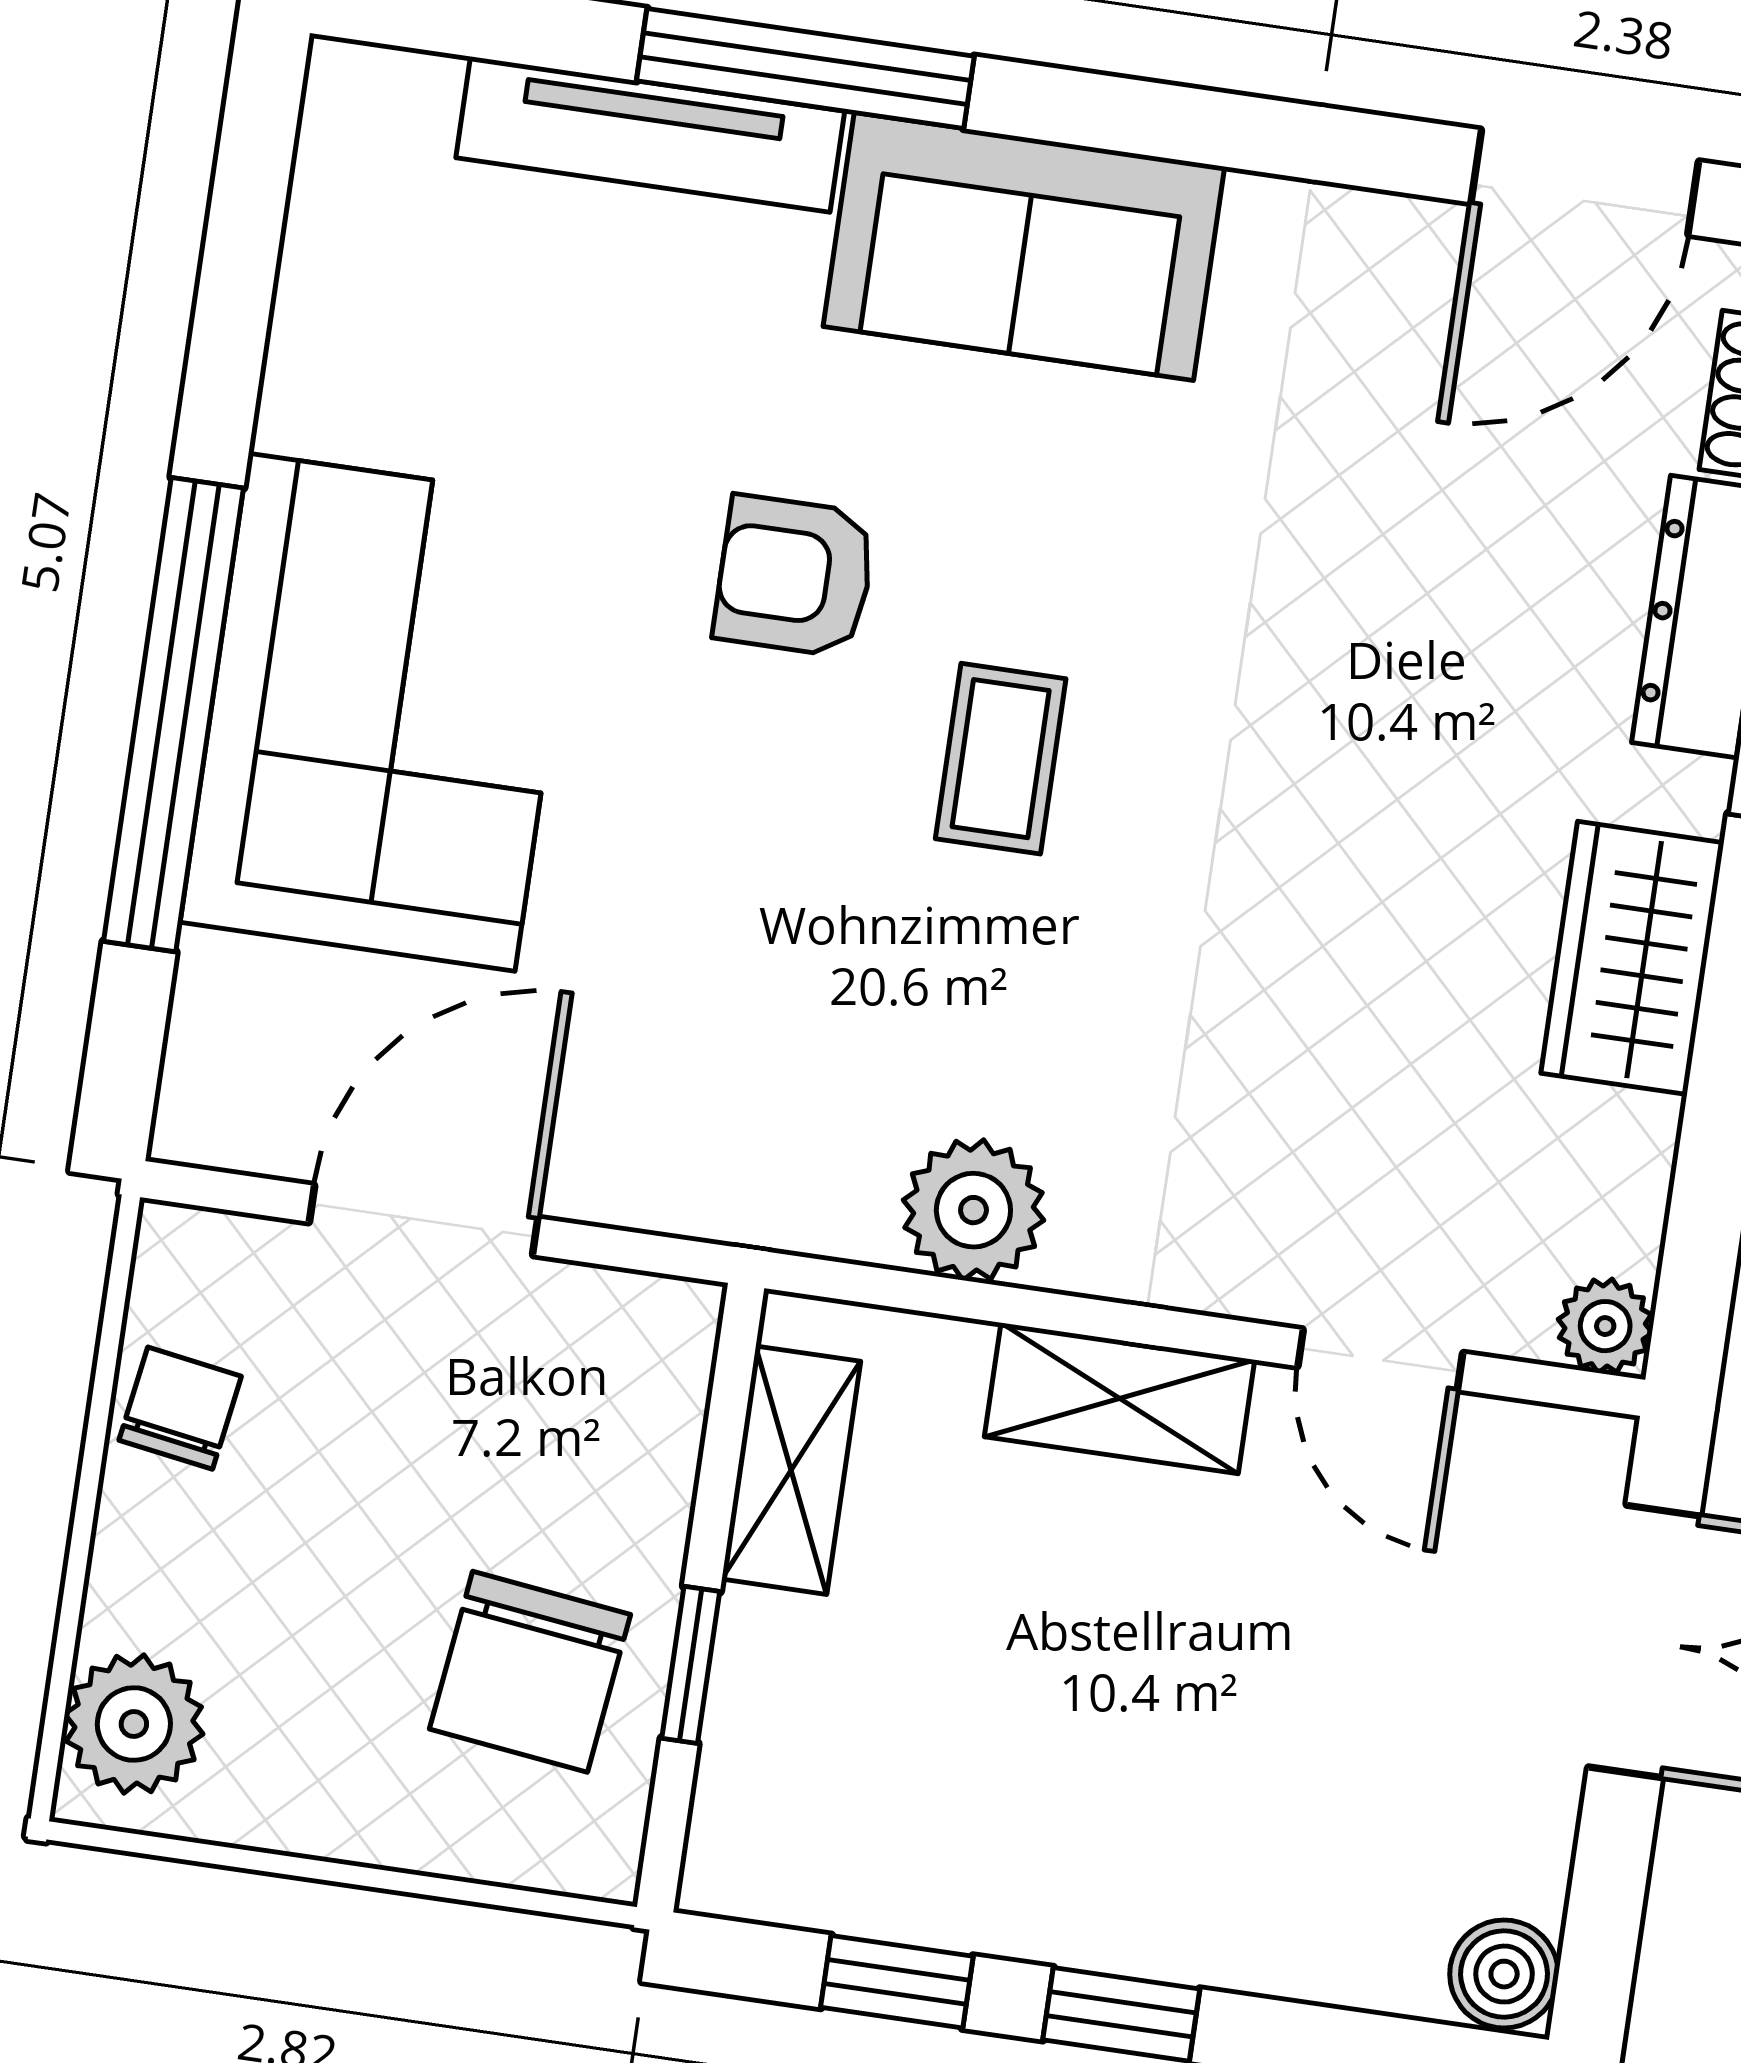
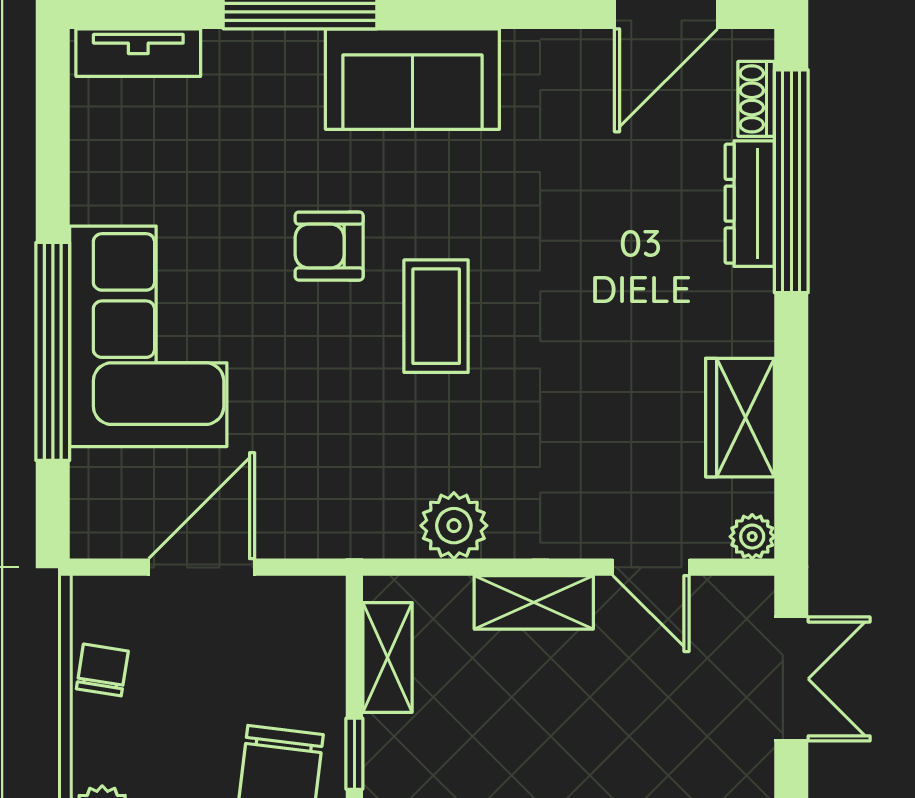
tv unit: (650, 134) -> (138, 53), moved, width x0.71
coffee table: (1001, 759) -> (436, 316), width x1.36, depth x1.30
wardrobe: (1632, 958) -> (740, 418), moved

